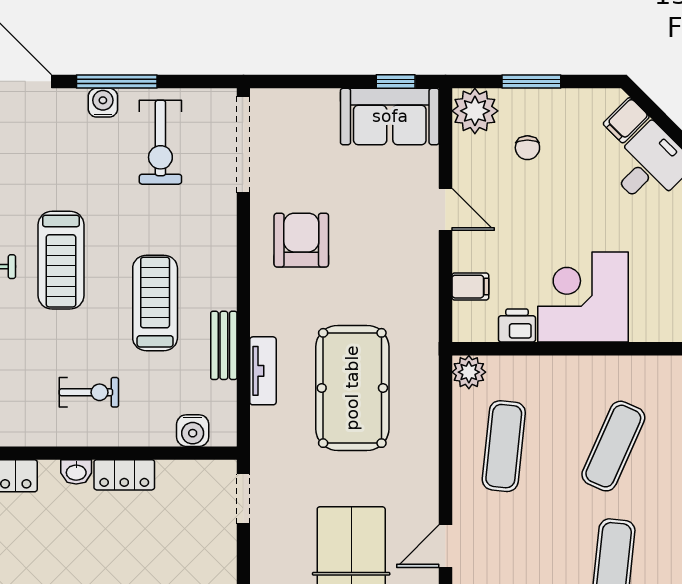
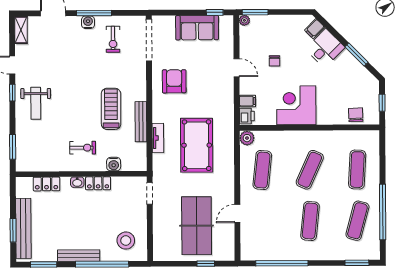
window: (531, 81) -> (255, 12), moved
plant: (475, 111) -> (244, 20), width x0.53, depth x0.53
sofa: (390, 116) -> (197, 28), moved
exercise bike: (160, 142) -> (113, 39), width x0.73, depth x0.72
chair: (527, 148) -> (274, 61), moved
treadmill: (61, 260) -> (70, 91), removed
printer: (517, 326) -> (247, 116), moved, turned 90
bench: (224, 345) -> (141, 122), width x1.36
water cooler: (193, 431) -> (114, 164), moved

